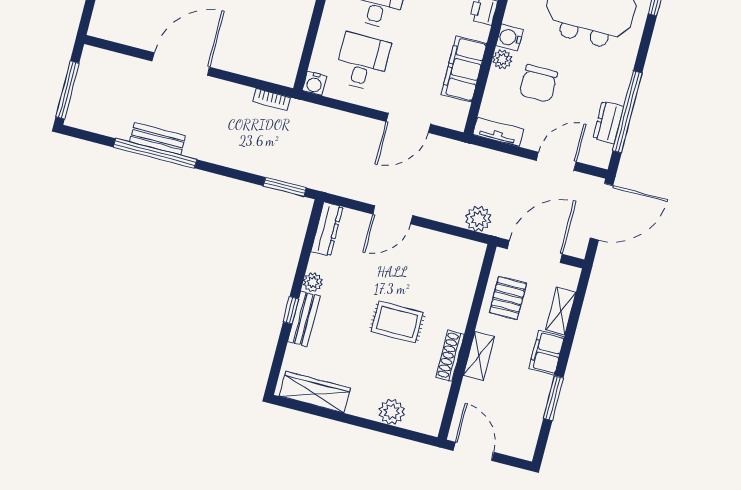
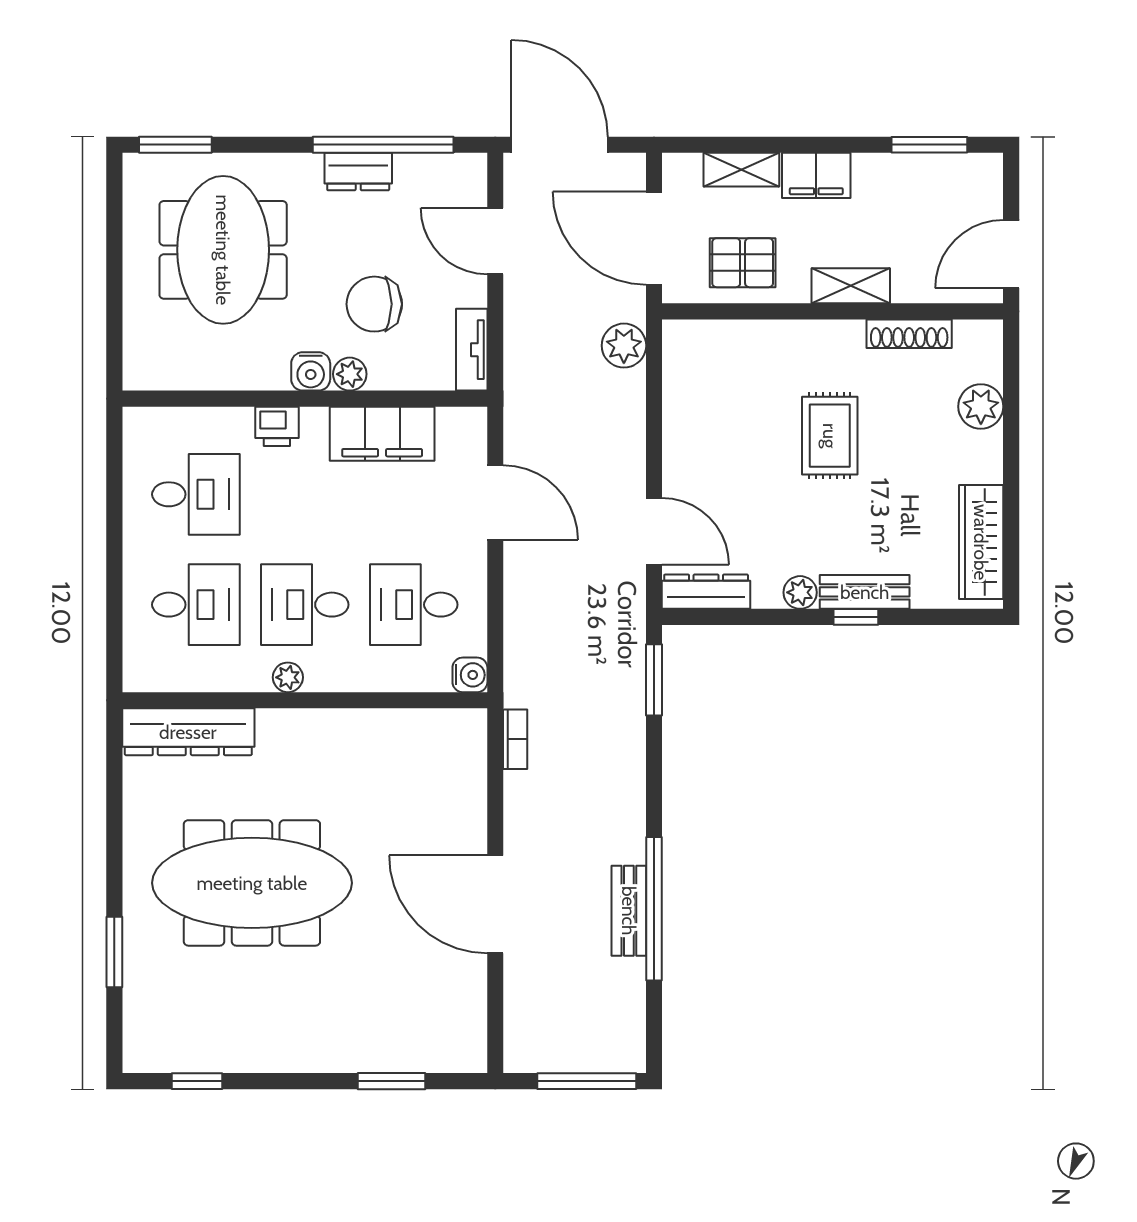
chair: (538, 83) -> (374, 304), turned 180
dresser: (608, 122) -> (358, 172), moved
door: (393, 215) -> (654, 531), moved
shoe rack: (450, 356) -> (909, 334), moved
window: (553, 398) -> (929, 145), moved

